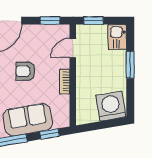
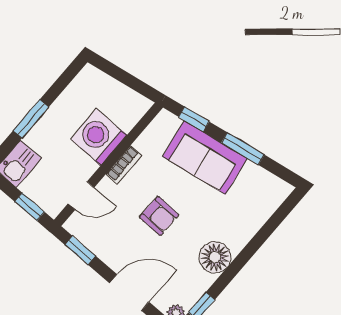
washing machine: (111, 106) -> (99, 137), moved, turned 100

